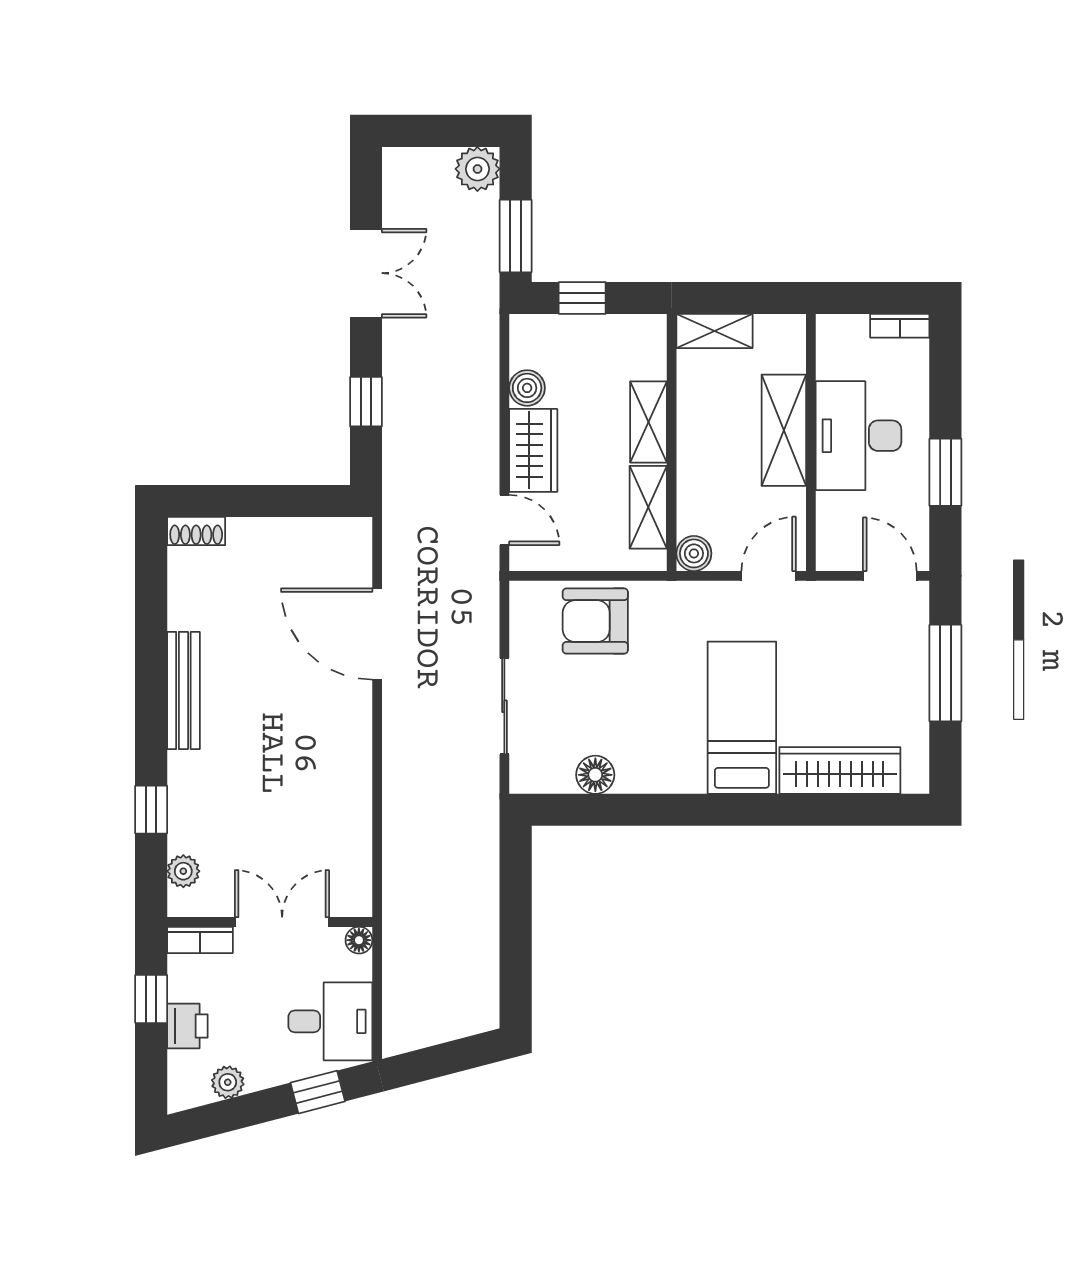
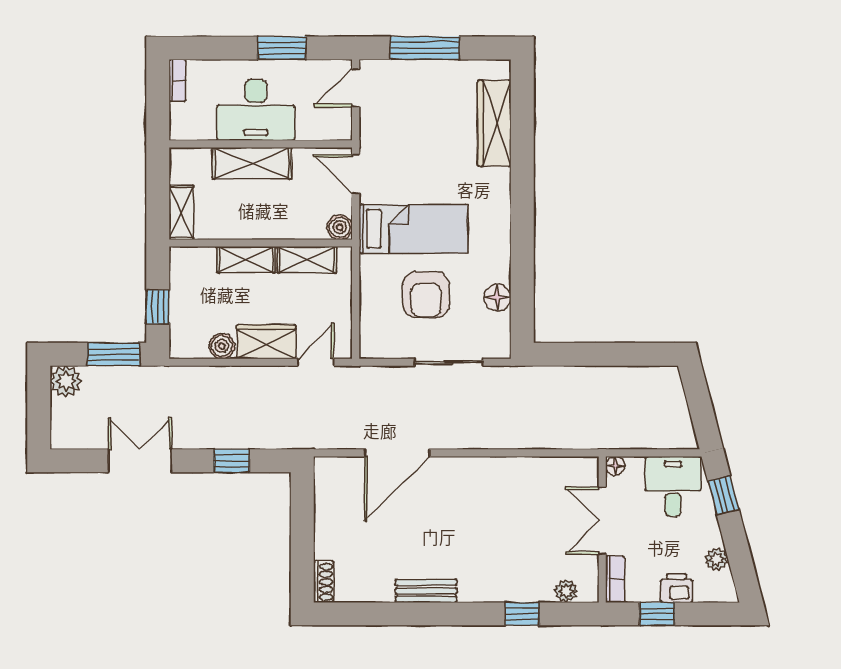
armchair: (595, 621) -> (426, 295), moved
bench: (183, 690) -> (426, 591), width x0.73
bed: (742, 718) -> (413, 229), moved, turned 180

